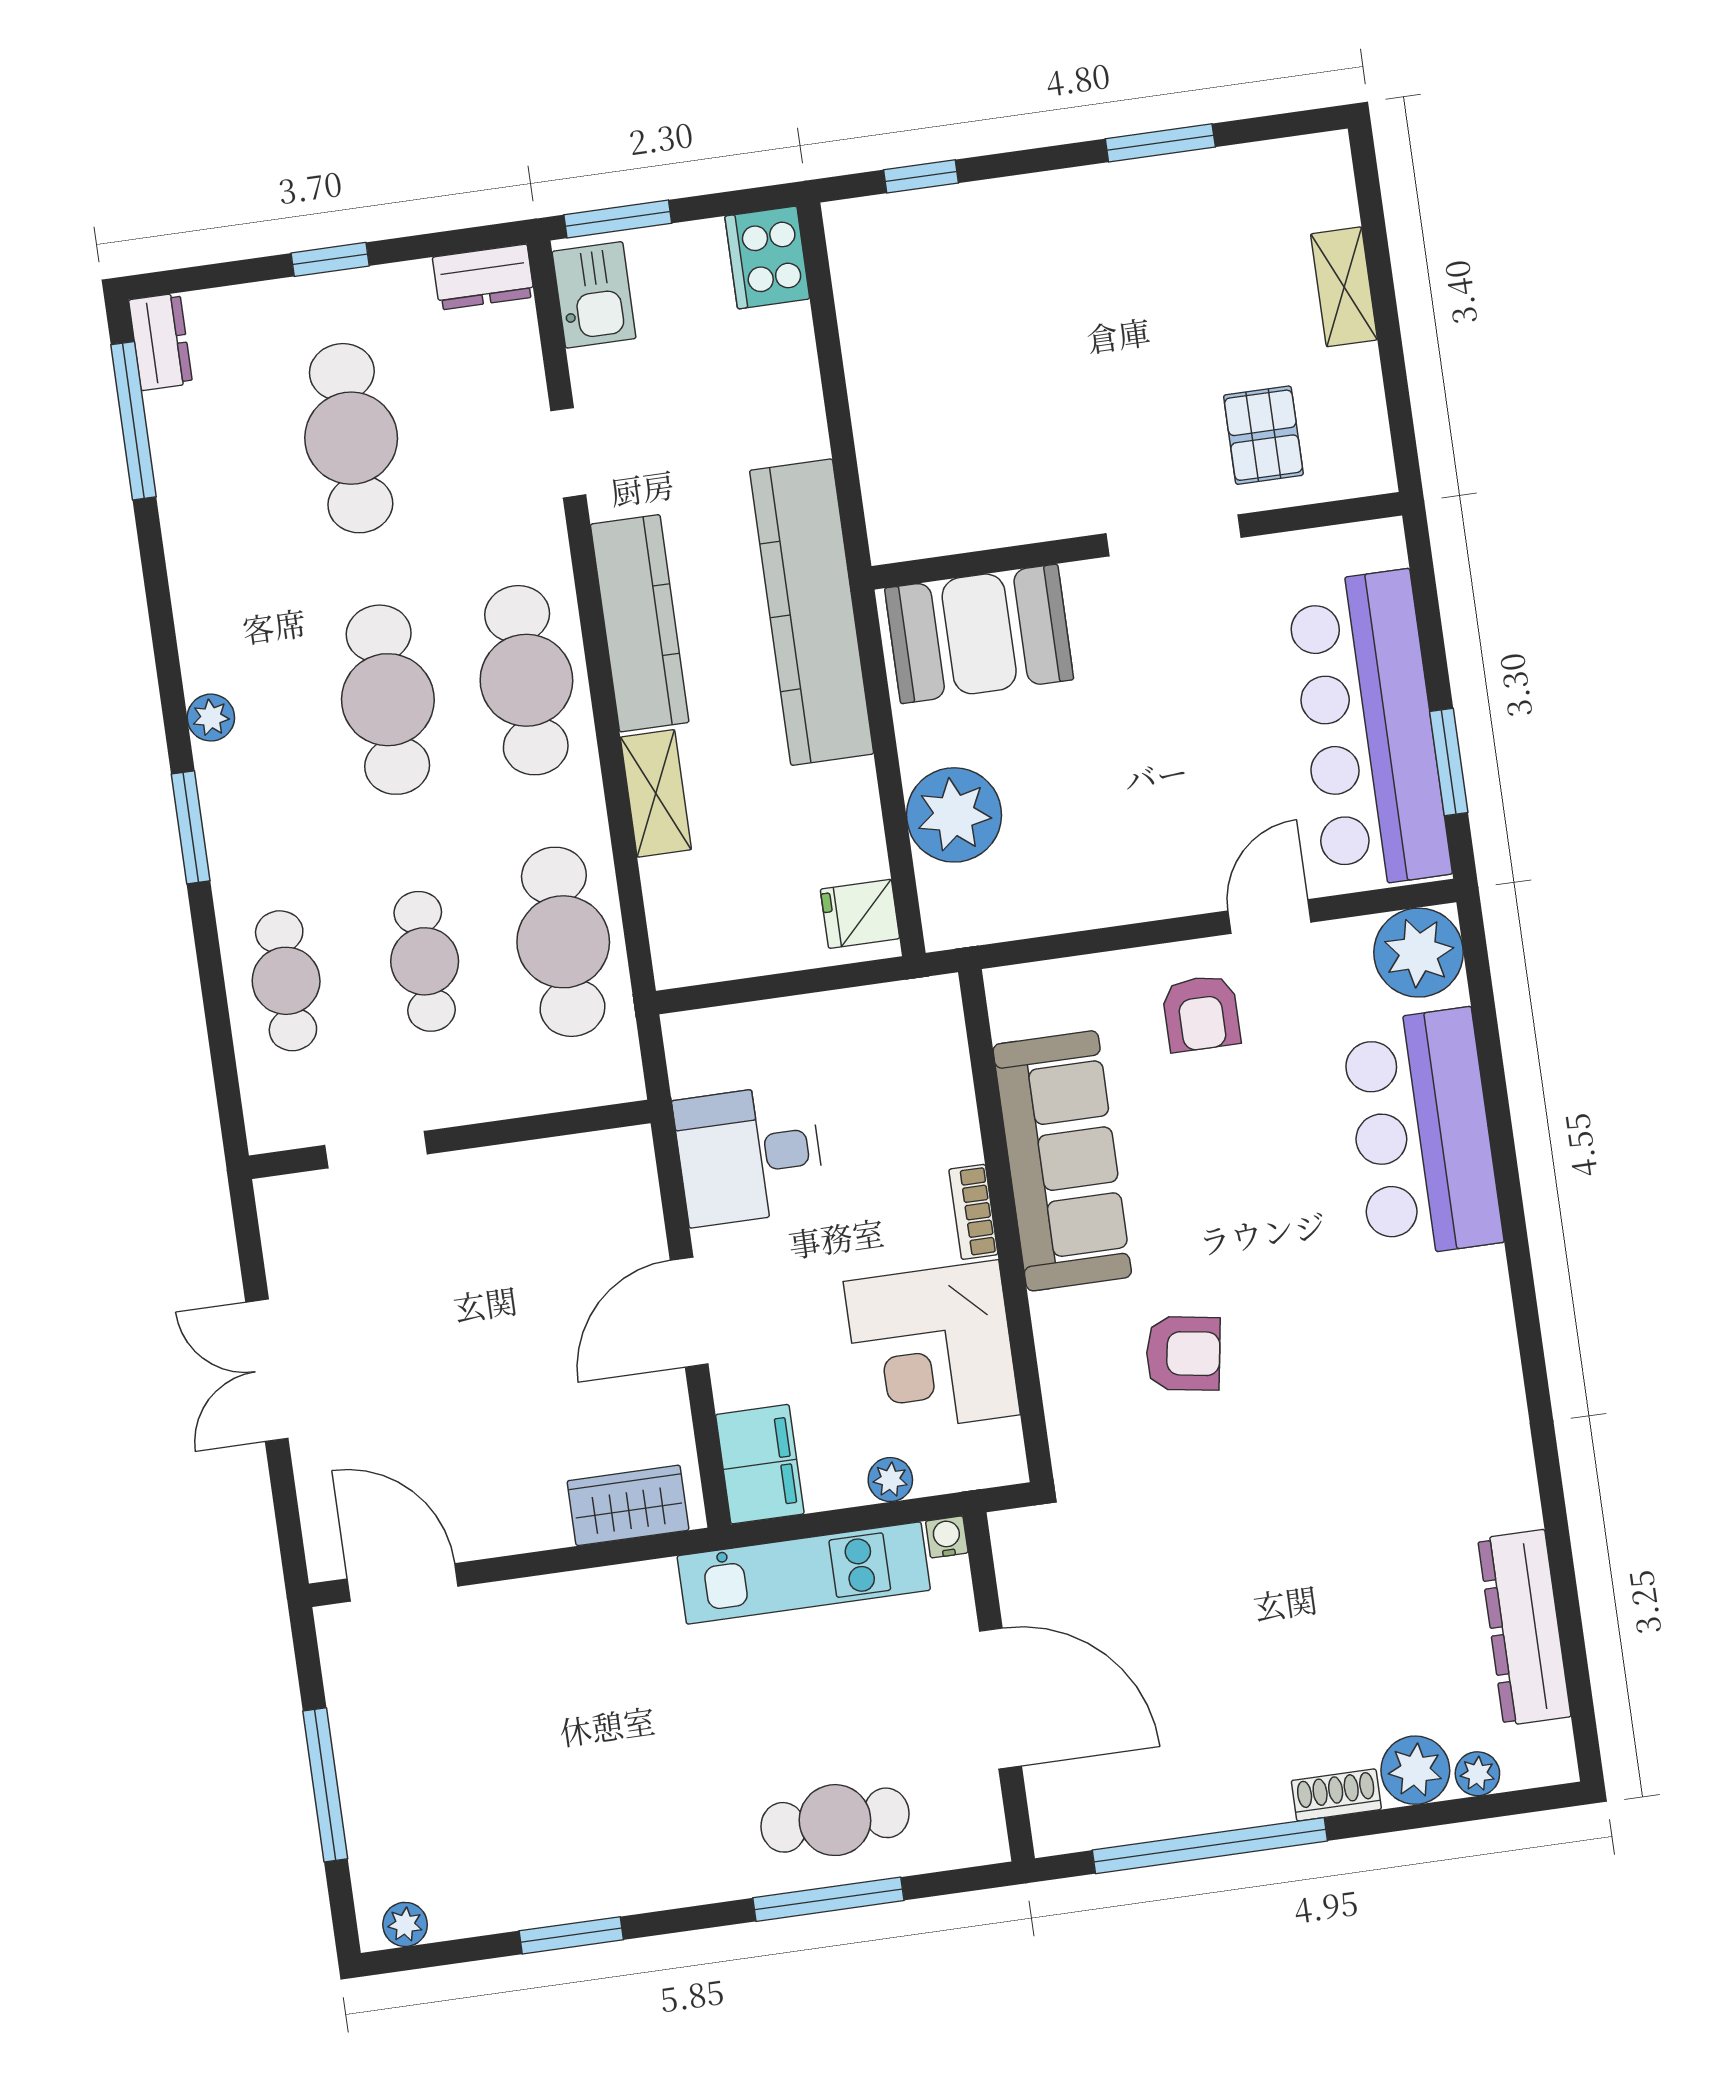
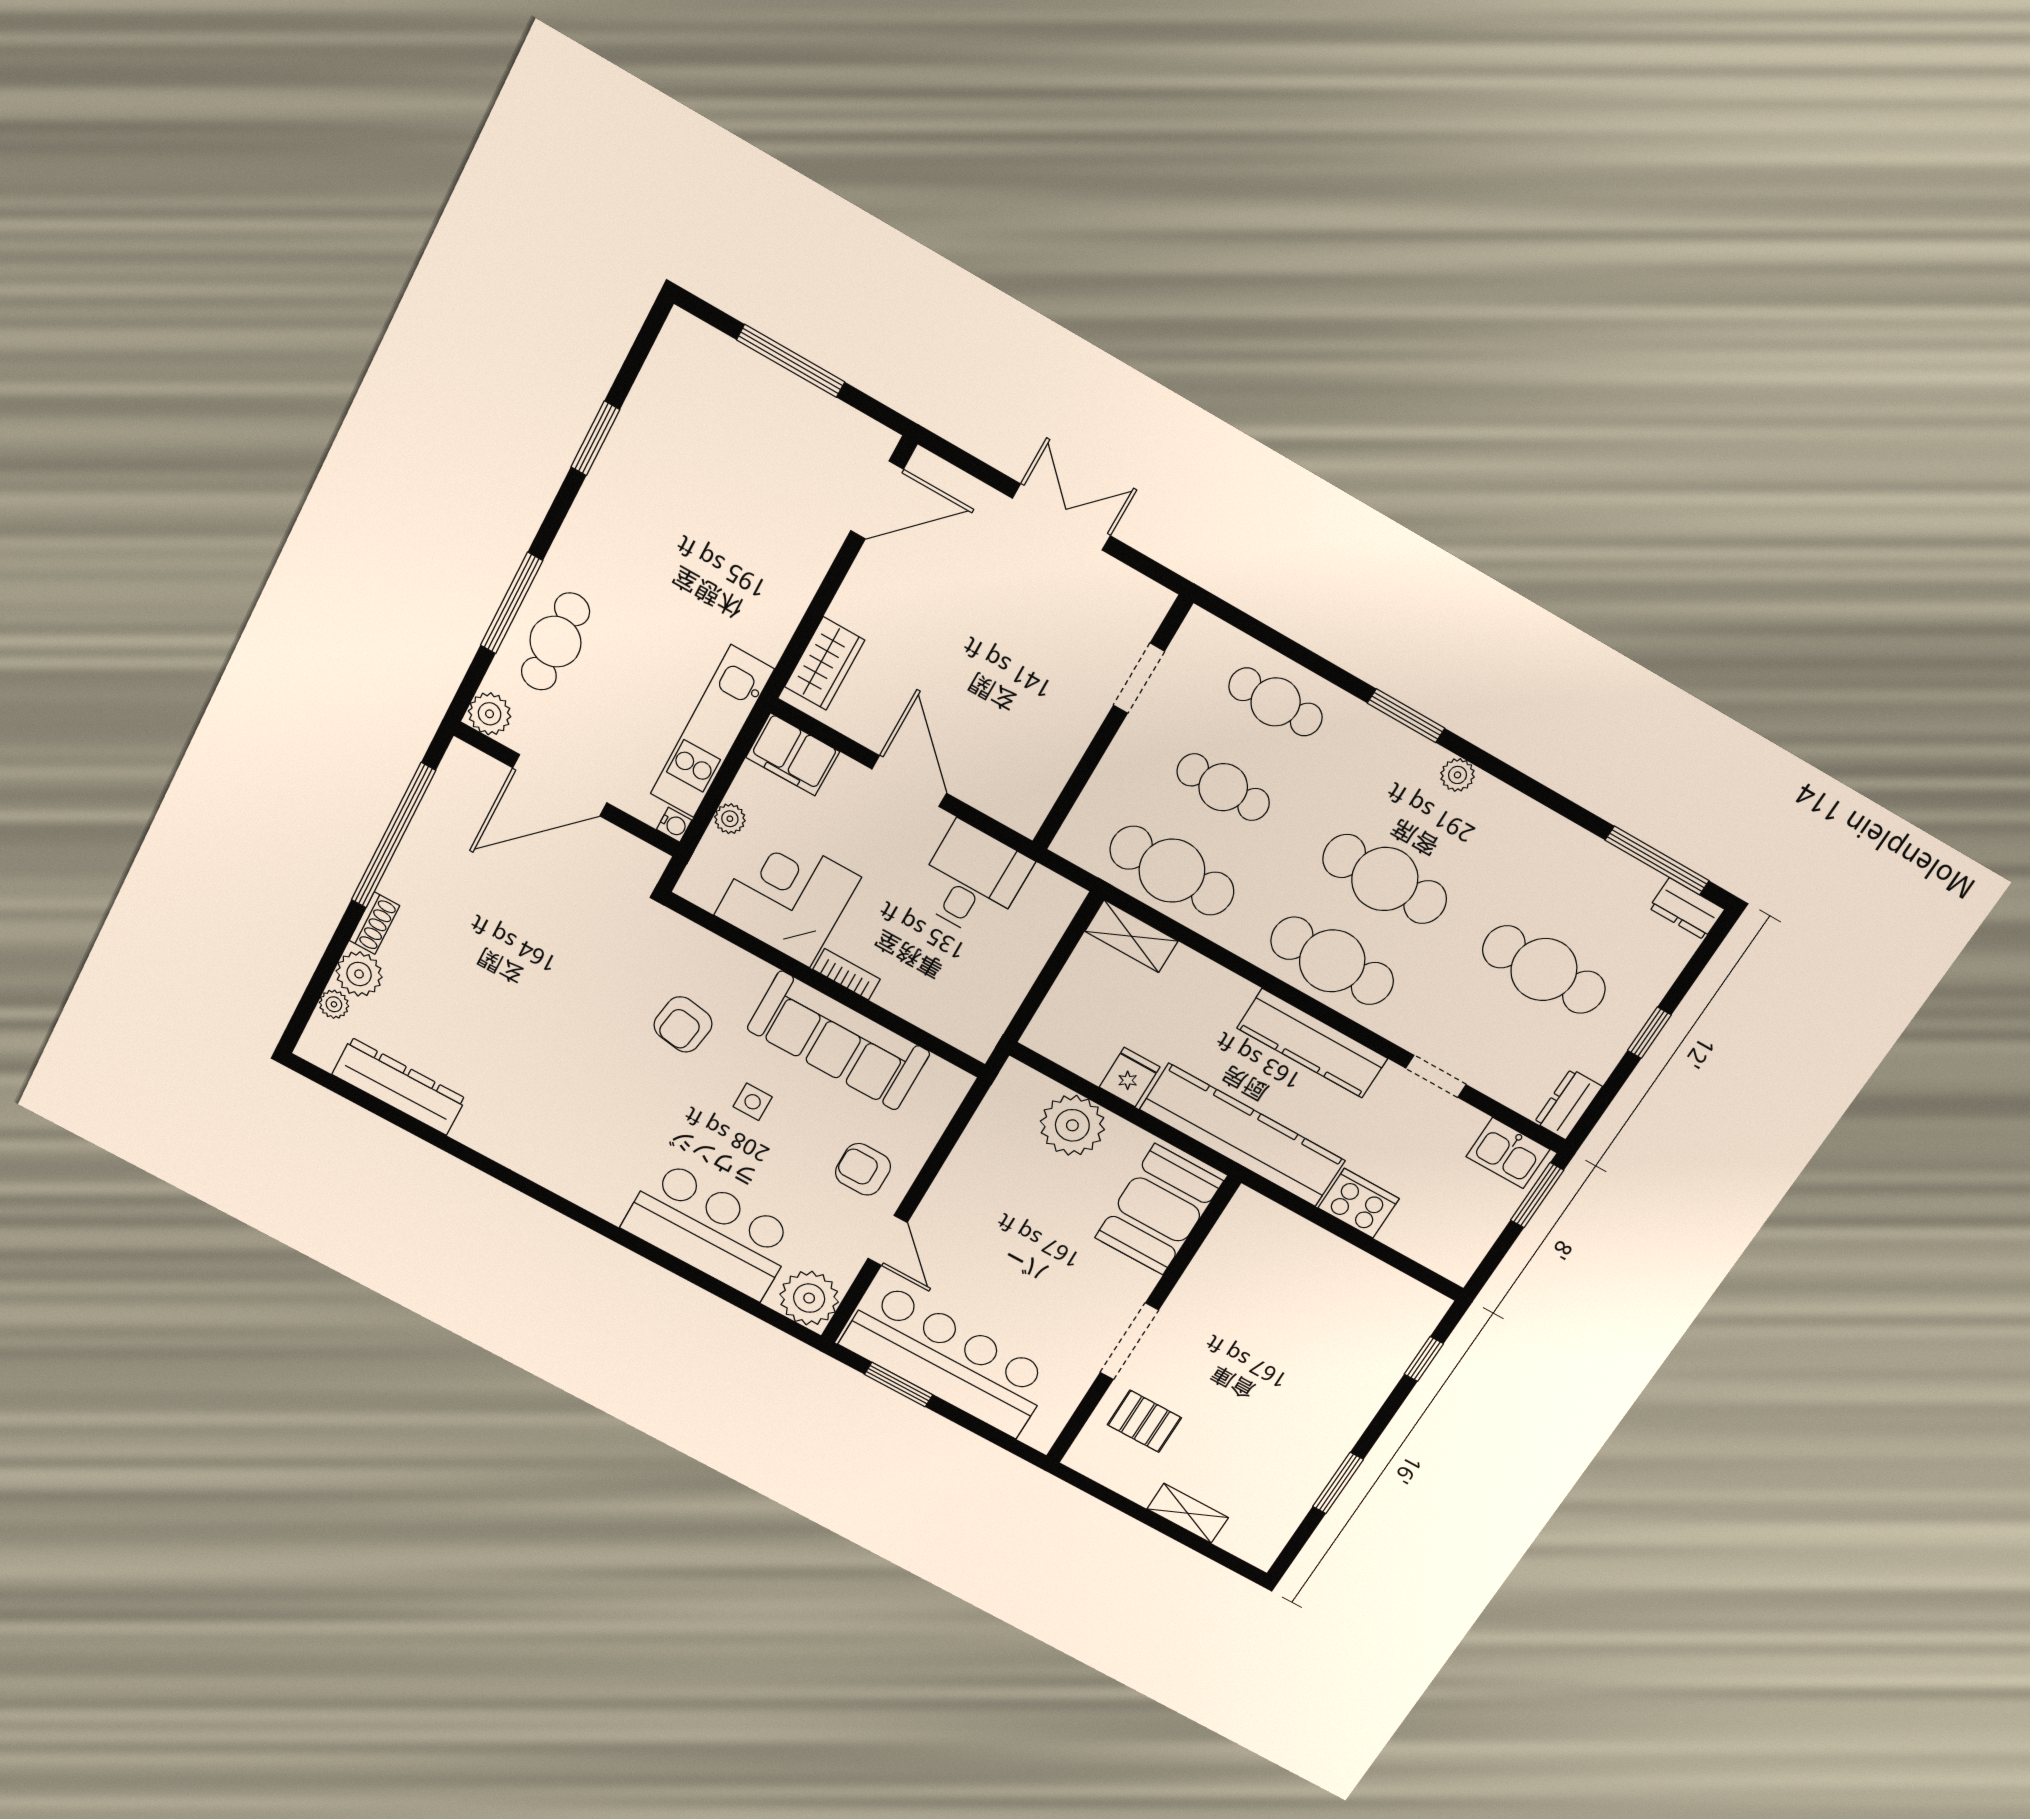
cooker: (767, 257) -> (1359, 1203), moved
shelving: (656, 793) -> (1131, 936), moved
fridge: (860, 914) -> (1130, 1077), moved
side table: (1217, 1203) -> (753, 1102), added
plant: (405, 1924) -> (490, 714), moved, width x1.38, depth x1.38

